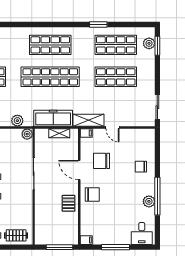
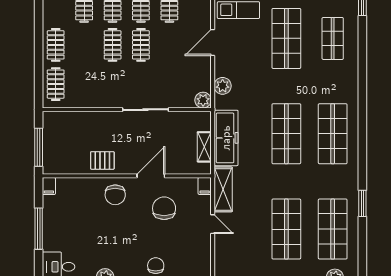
shop shelf: (50, 77) -> (286, 134), width x0.71
door: (112, 128) -> (213, 224), swing flipped

